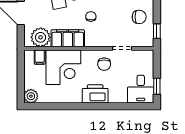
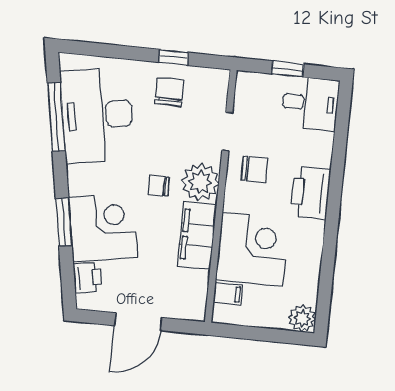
window: (157, 31) -> (174, 57), moved
plant: (41, 37) -> (200, 182), moved
window: (157, 86) -> (288, 69), moved

